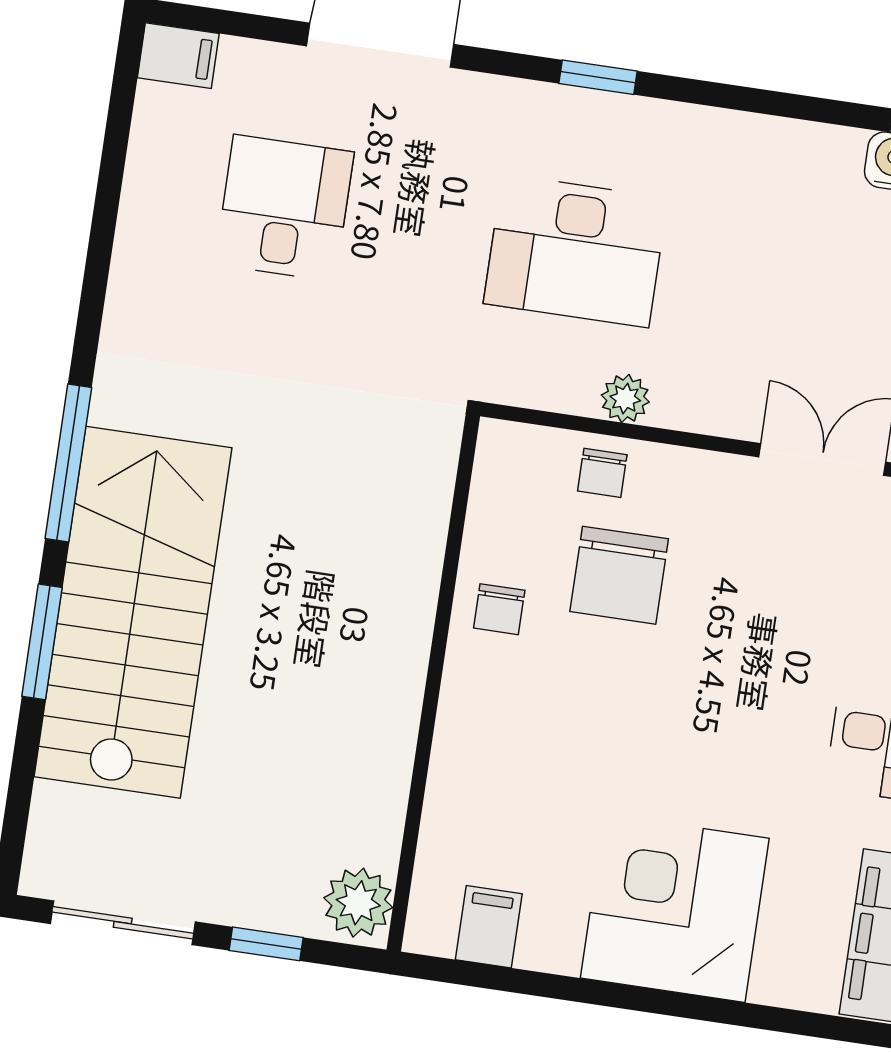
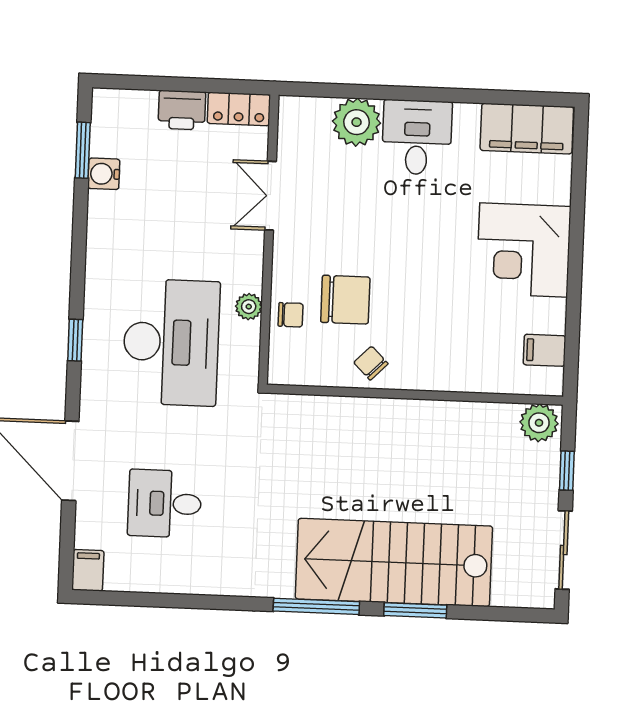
desk: (576, 251) -> (171, 342), width x1.36, depth x1.30
chair: (499, 609) -> (371, 363), turned -135

